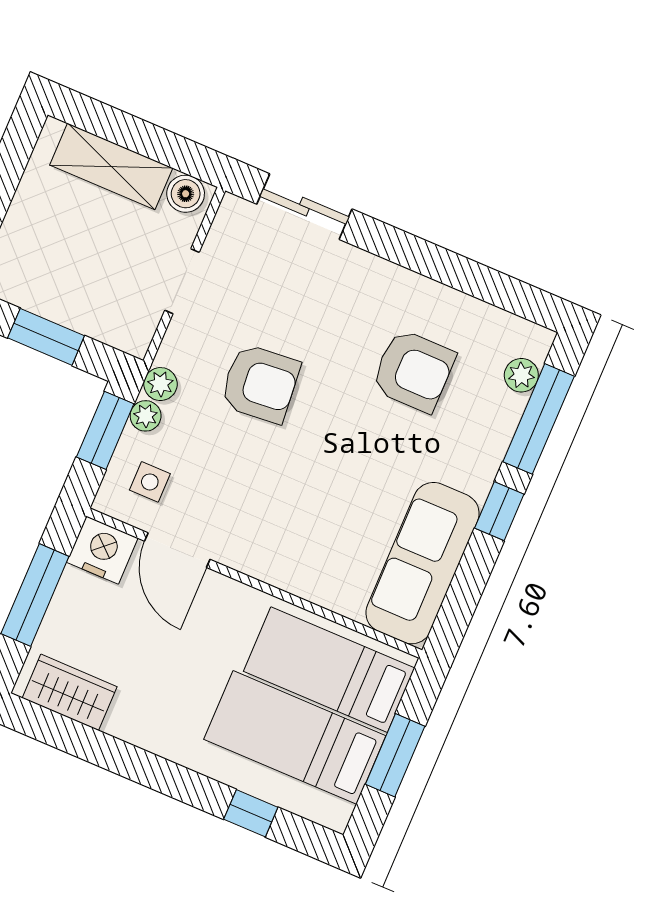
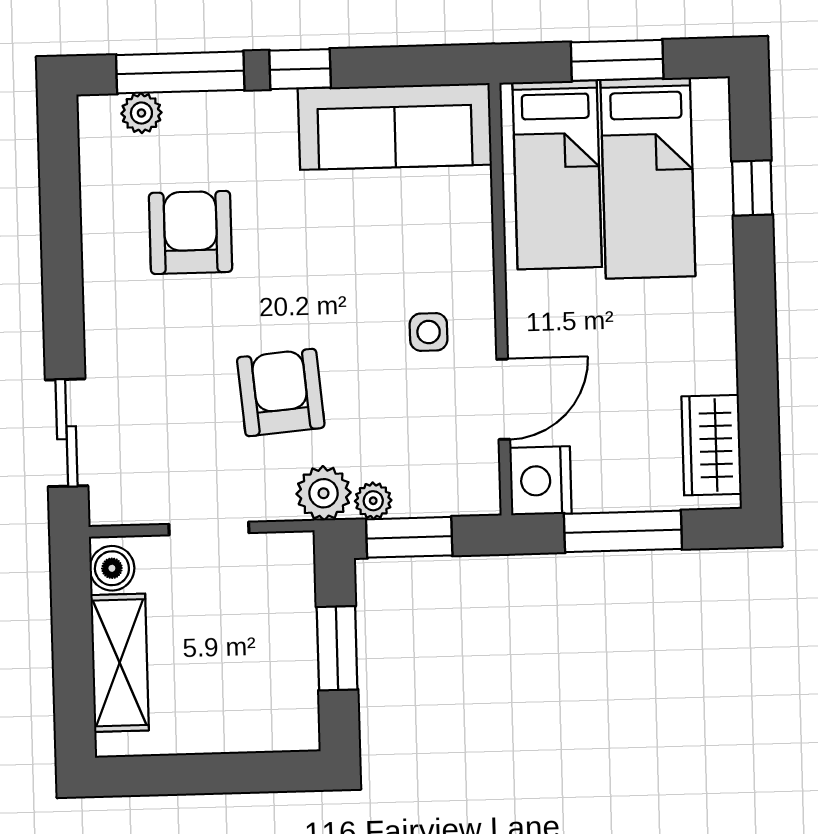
plant: (160, 384) -> (324, 493), width x1.38, depth x1.38
side table: (150, 482) -> (429, 332), moved

